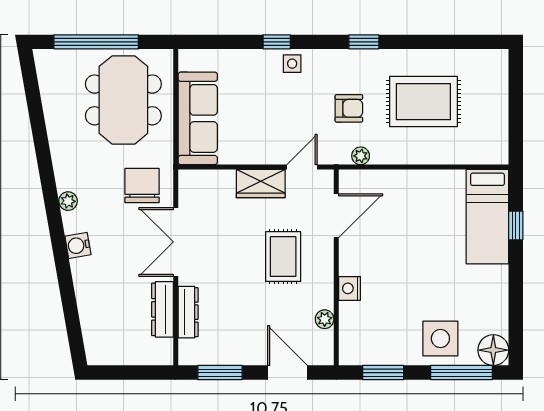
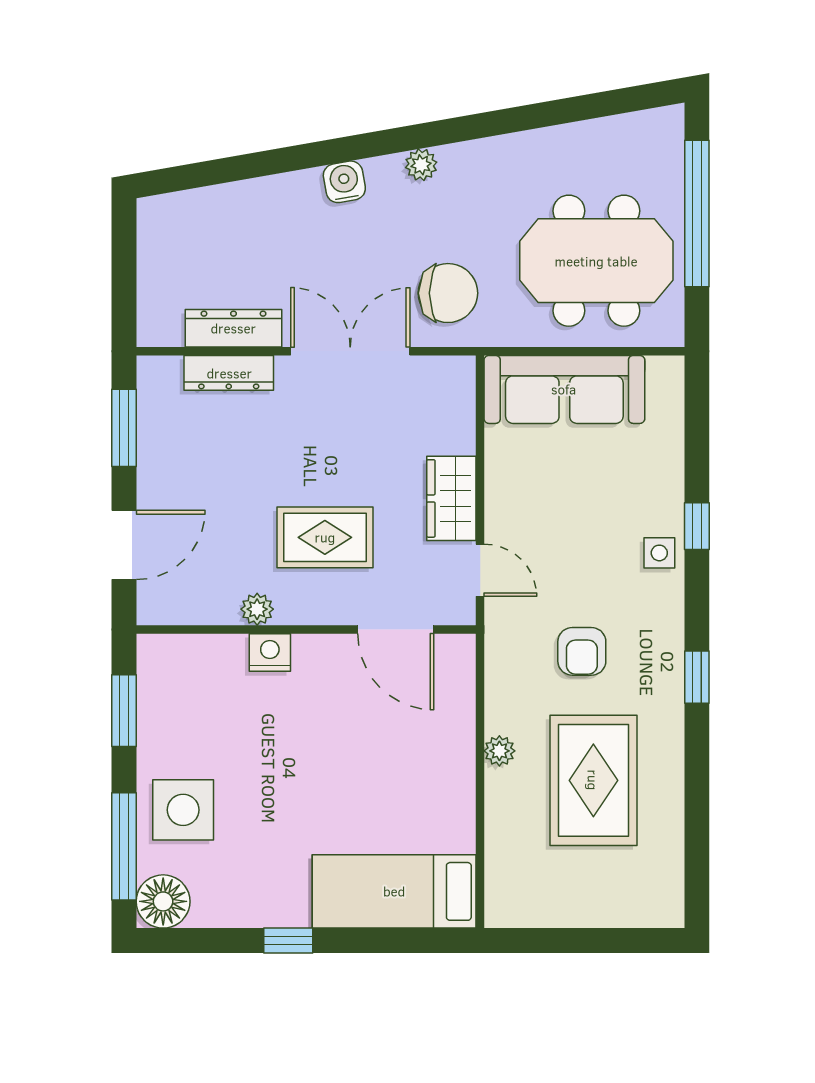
plant: (361, 156) -> (499, 751), moved
window: (516, 226) -> (288, 941), moved
plant: (325, 319) -> (257, 609), moved

